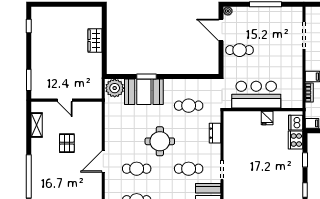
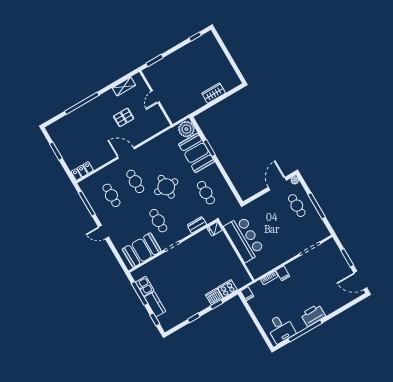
cafe table: (240, 50) -> (297, 206), moved
fridge: (267, 118) -> (215, 229), moved
dishwasher: (296, 123) -> (214, 296), moved

